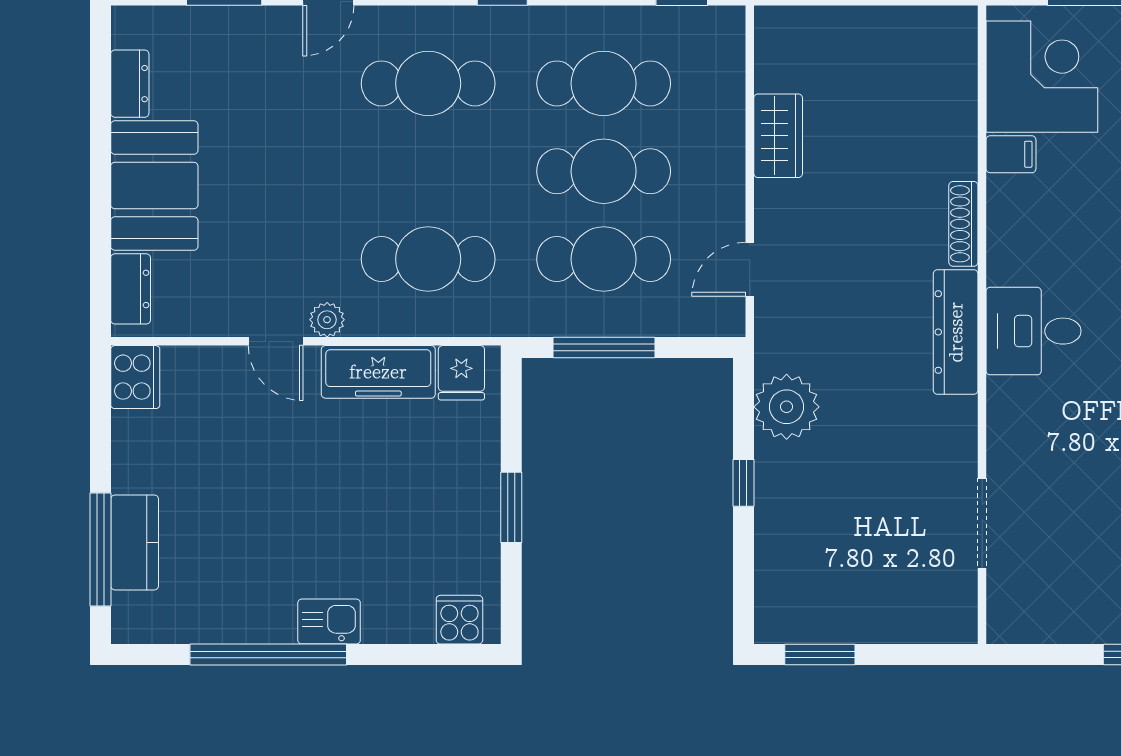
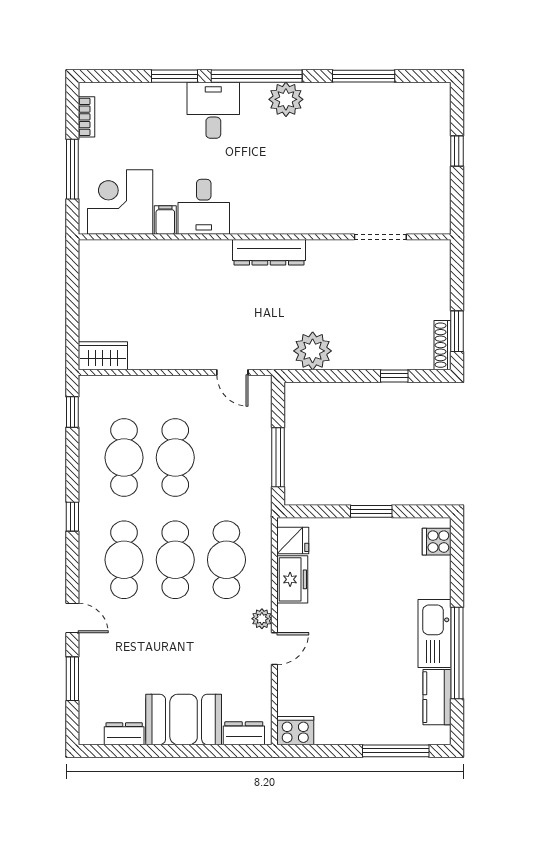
wardrobe: (778, 136) -> (103, 356), moved
shoe rack: (963, 224) -> (443, 345), moved, turned 90
cafe table: (604, 259) -> (175, 560), moved
desk: (1034, 331) -> (204, 207), moved
freezer: (378, 372) -> (292, 579), width x0.71
window: (743, 483) -> (394, 376), moved
kitchen counter: (135, 542) -> (437, 697), moved, turned -90
kitchen sink: (329, 622) -> (435, 633), width x1.87, depth x1.24

